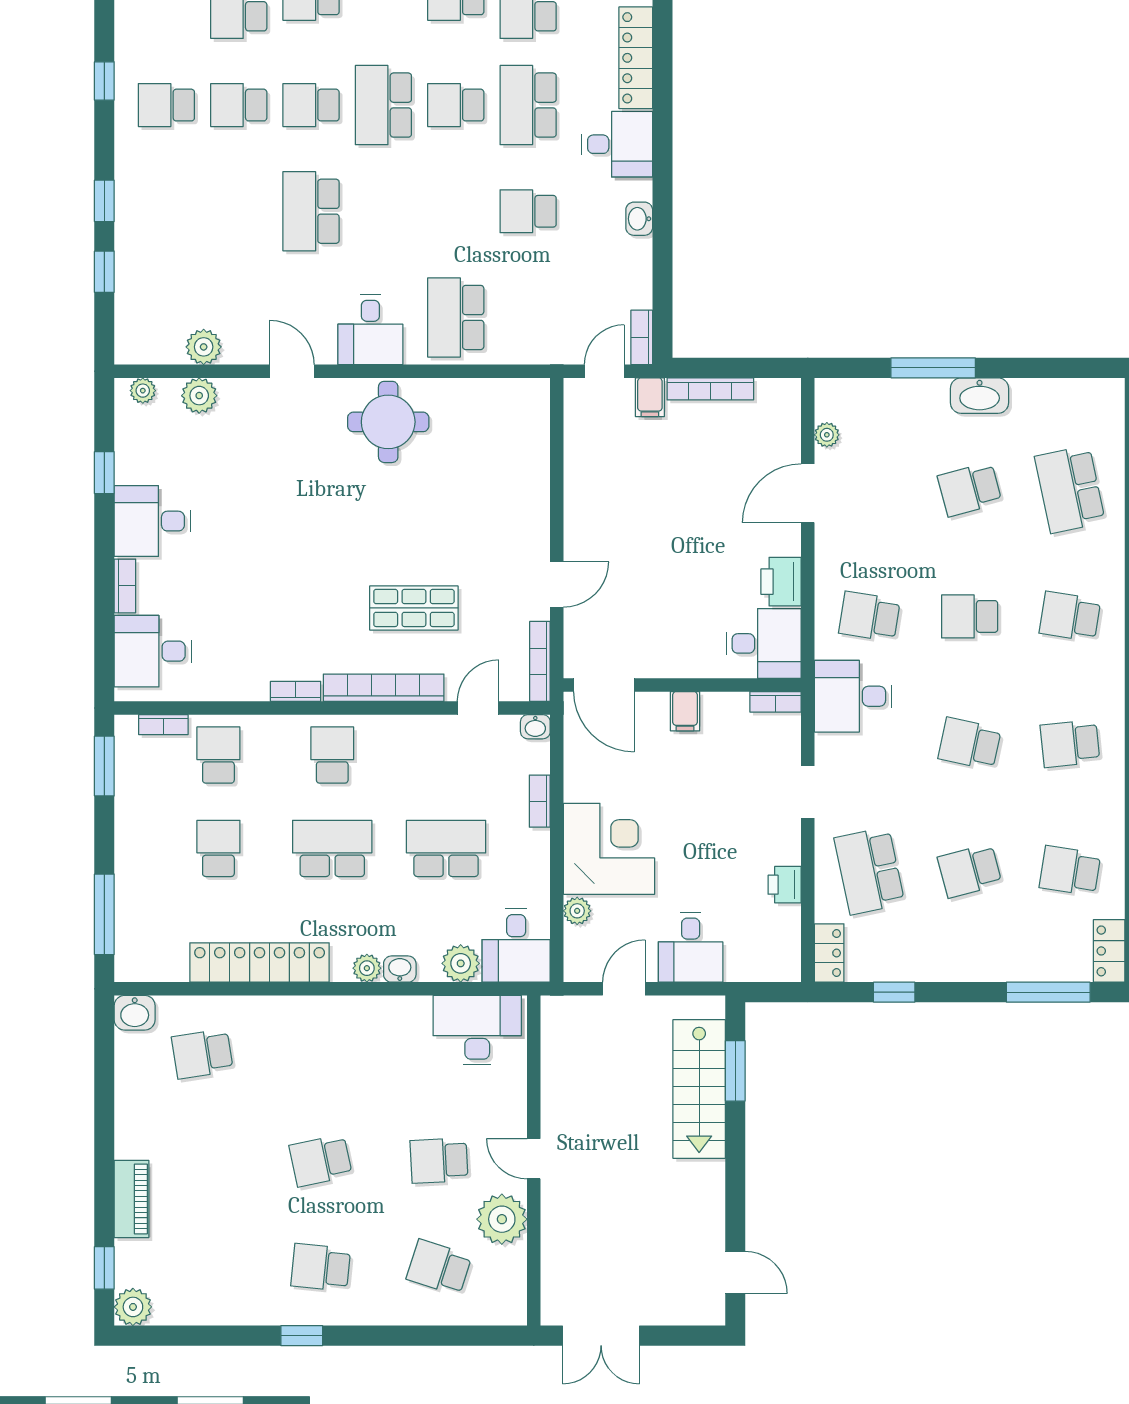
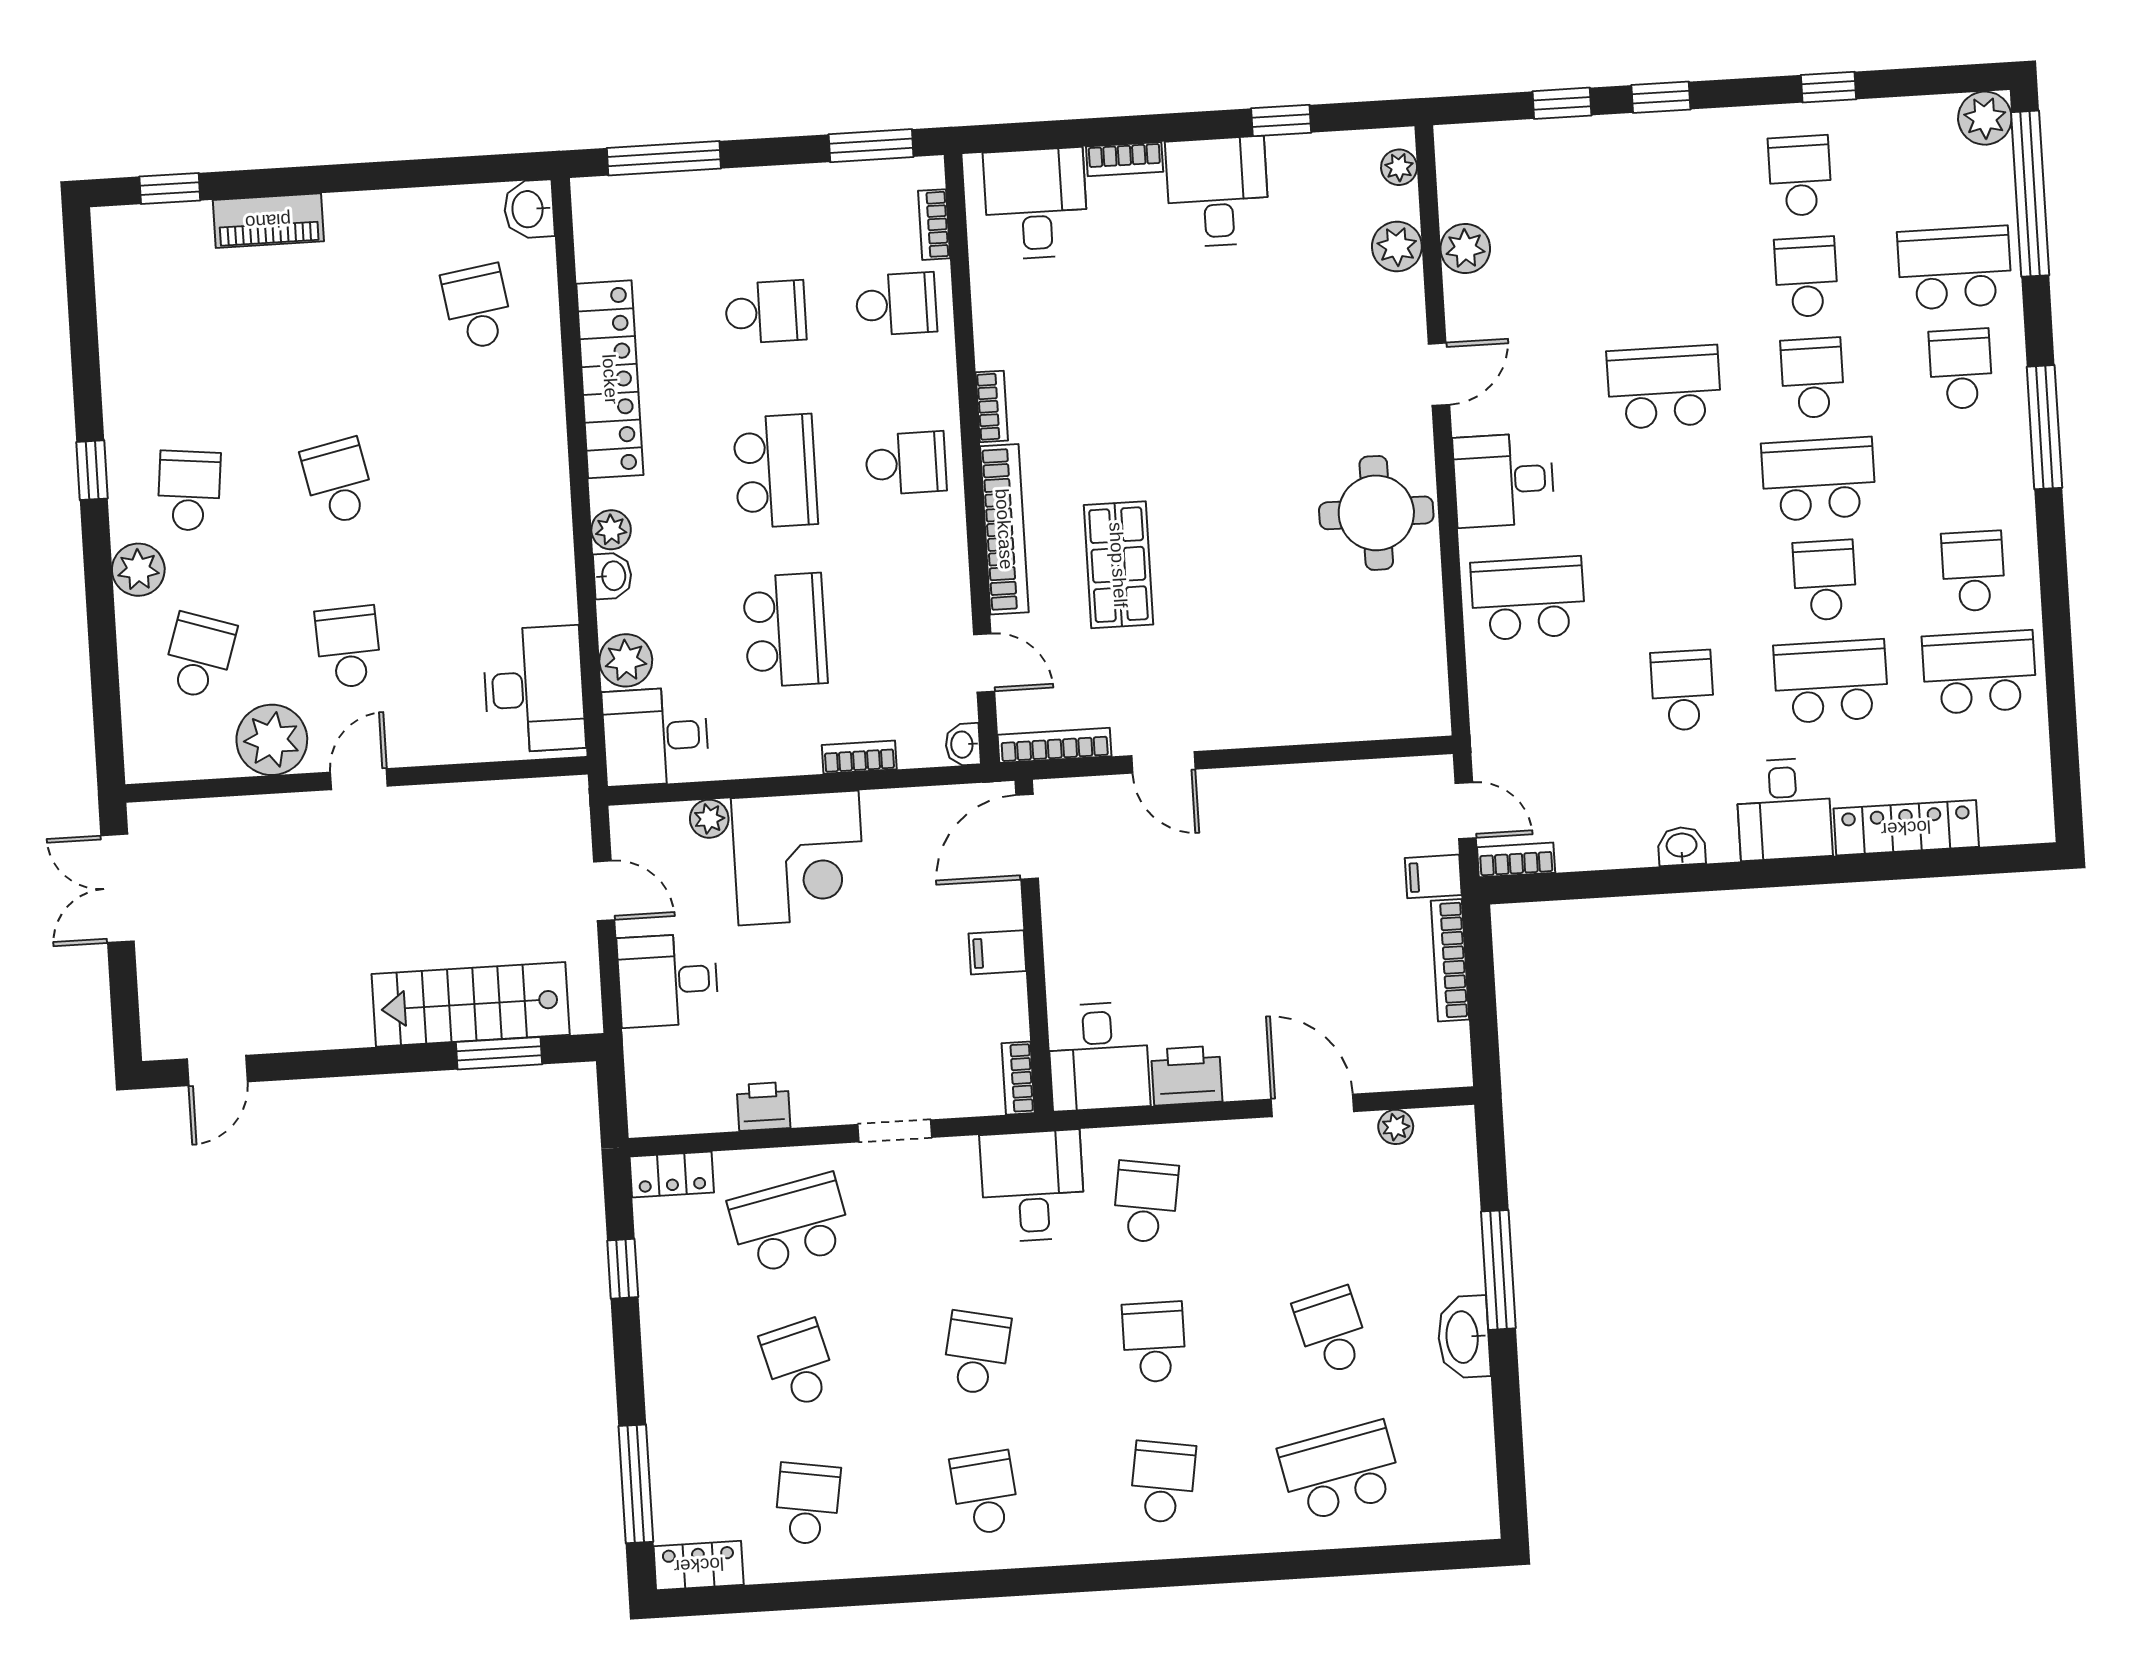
plant: (133, 1307) -> (138, 570), moved

